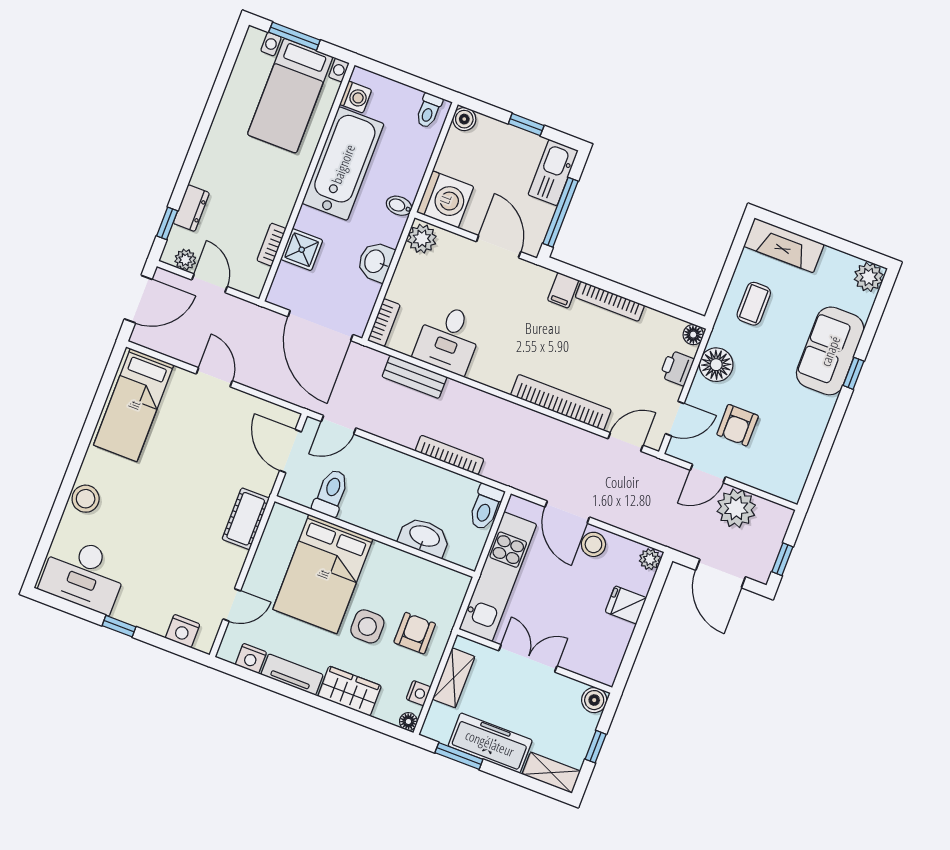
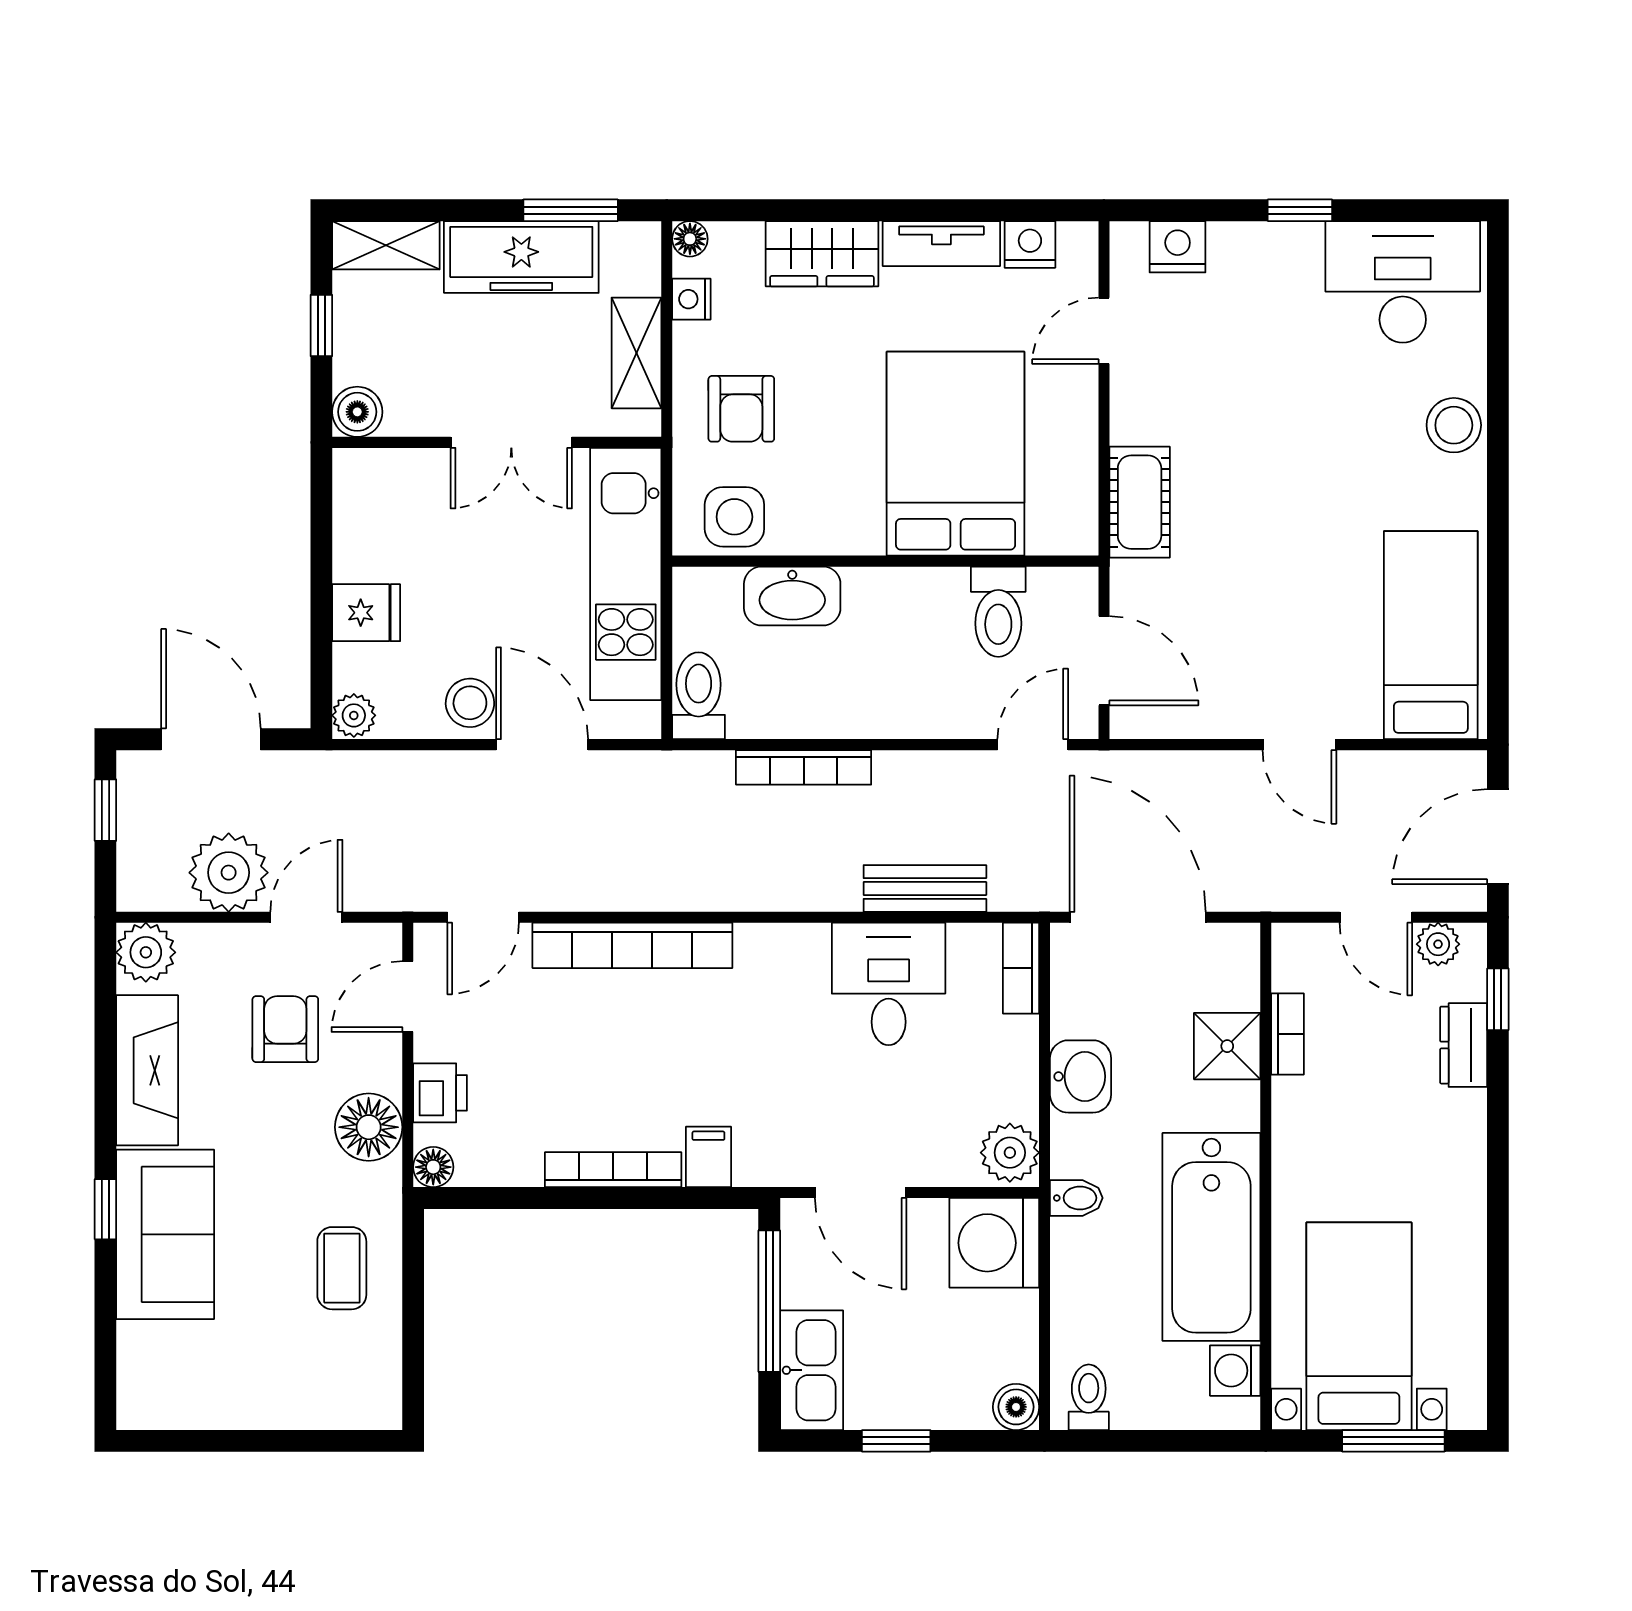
fireplace: (784, 245) -> (147, 1070), moved, turned 90
plant: (869, 277) -> (146, 952), moved
side table: (367, 626) -> (734, 517), moved

